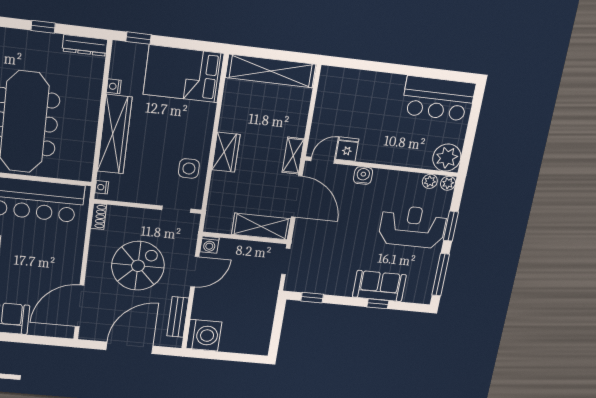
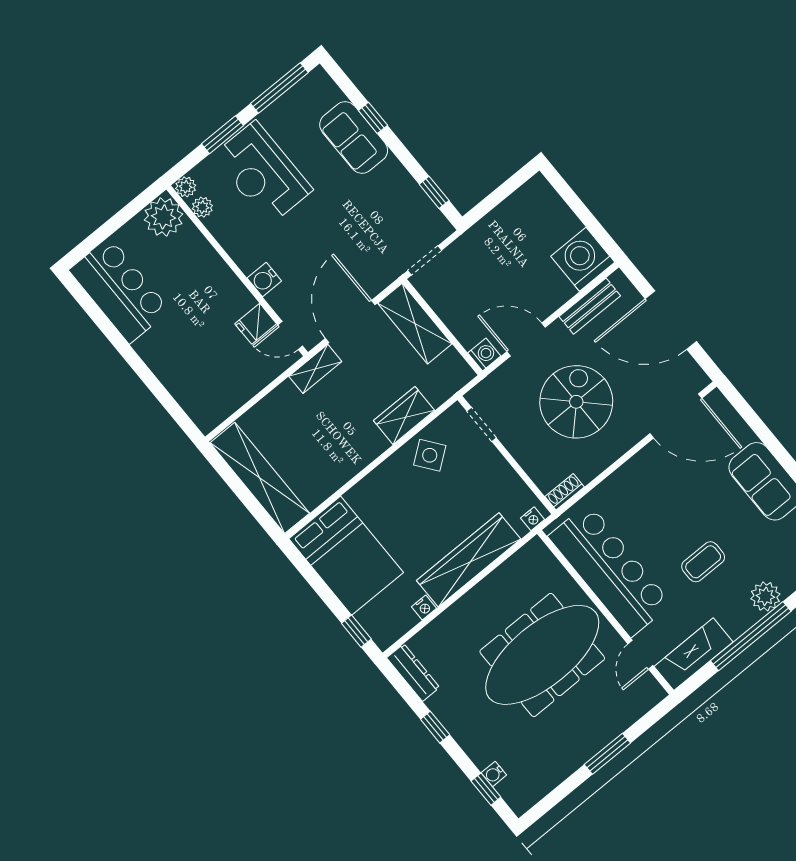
wardrobe: (226, 152) -> (404, 415), moved
side table: (189, 168) -> (430, 455), turned -37
spiral stairs: (138, 266) -> (576, 402), turned 90

